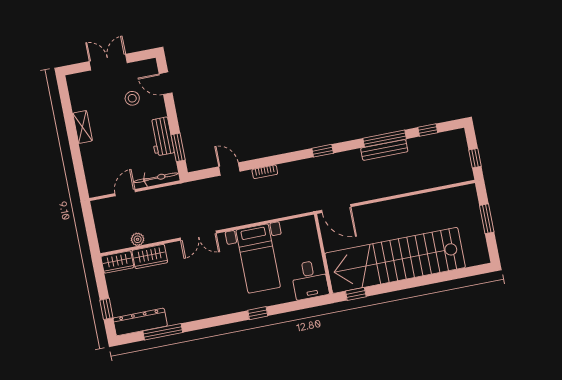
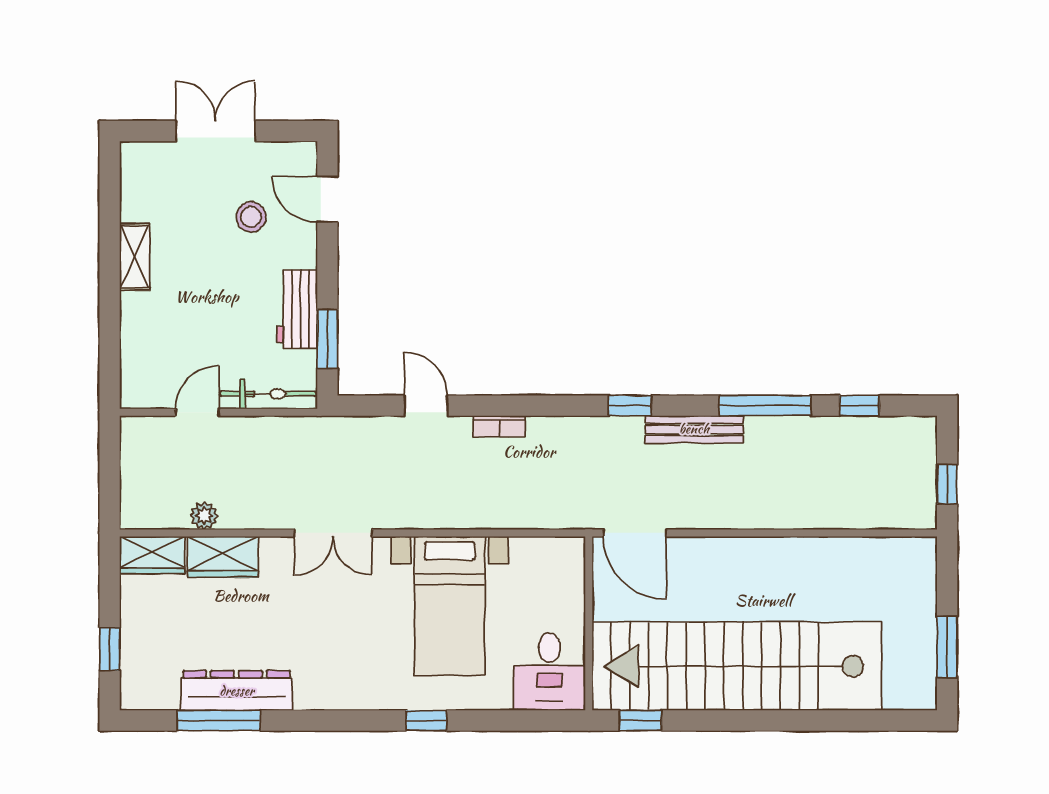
bench: (384, 150) -> (694, 429), moved
window: (487, 219) -> (947, 647), moved
dresser: (140, 322) -> (237, 691), moved

